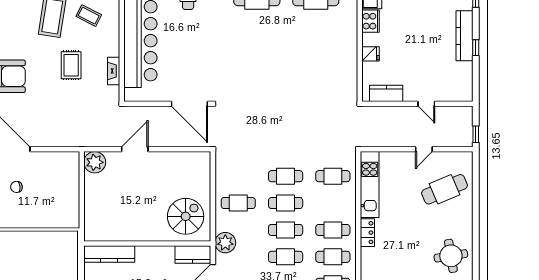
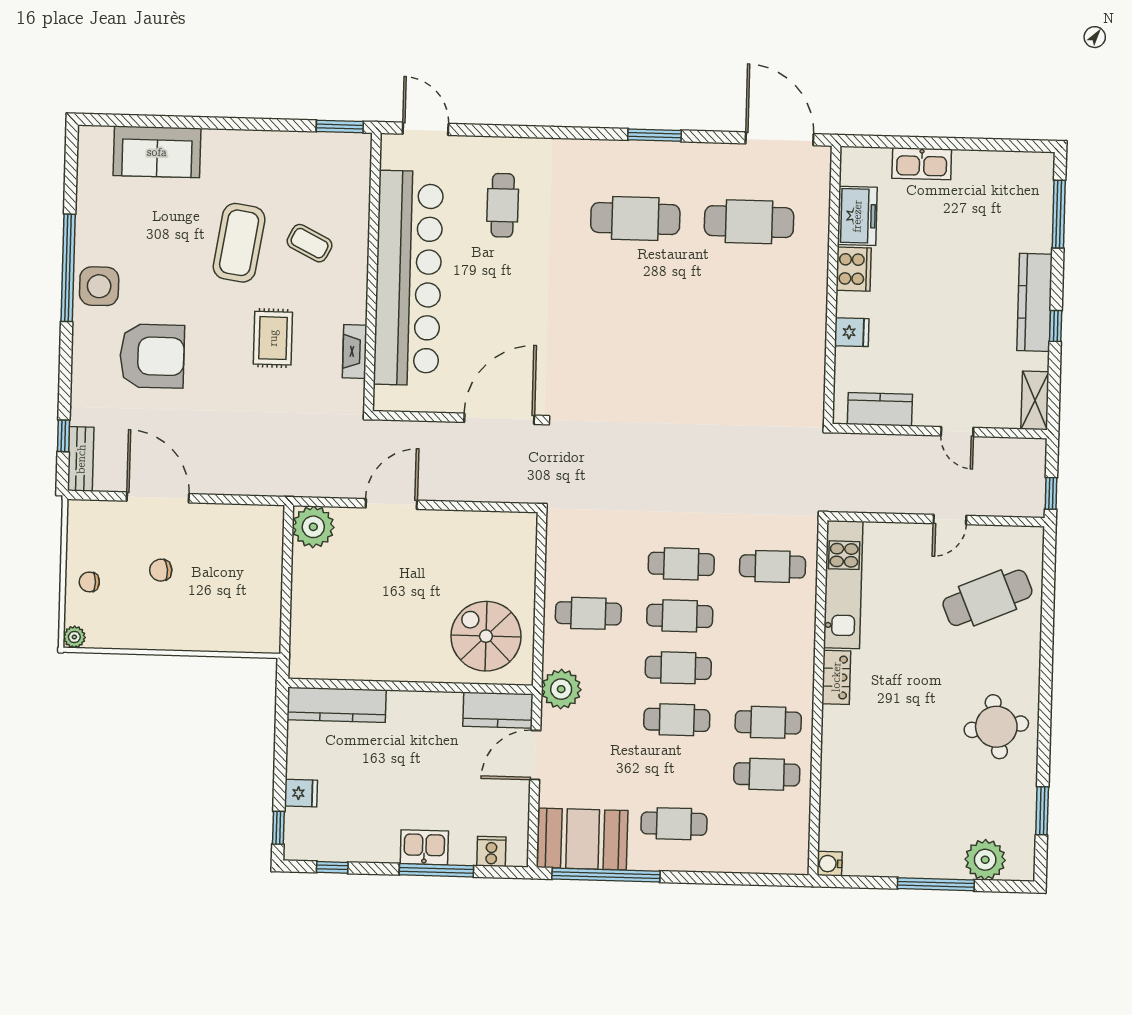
shelving: (466, 86) -> (1035, 400), added
door: (189, 104) -> (499, 419), swing flipped
spiral stairs: (186, 216) -> (486, 636), turned -90
cafe table: (333, 230) -> (770, 670), removed

